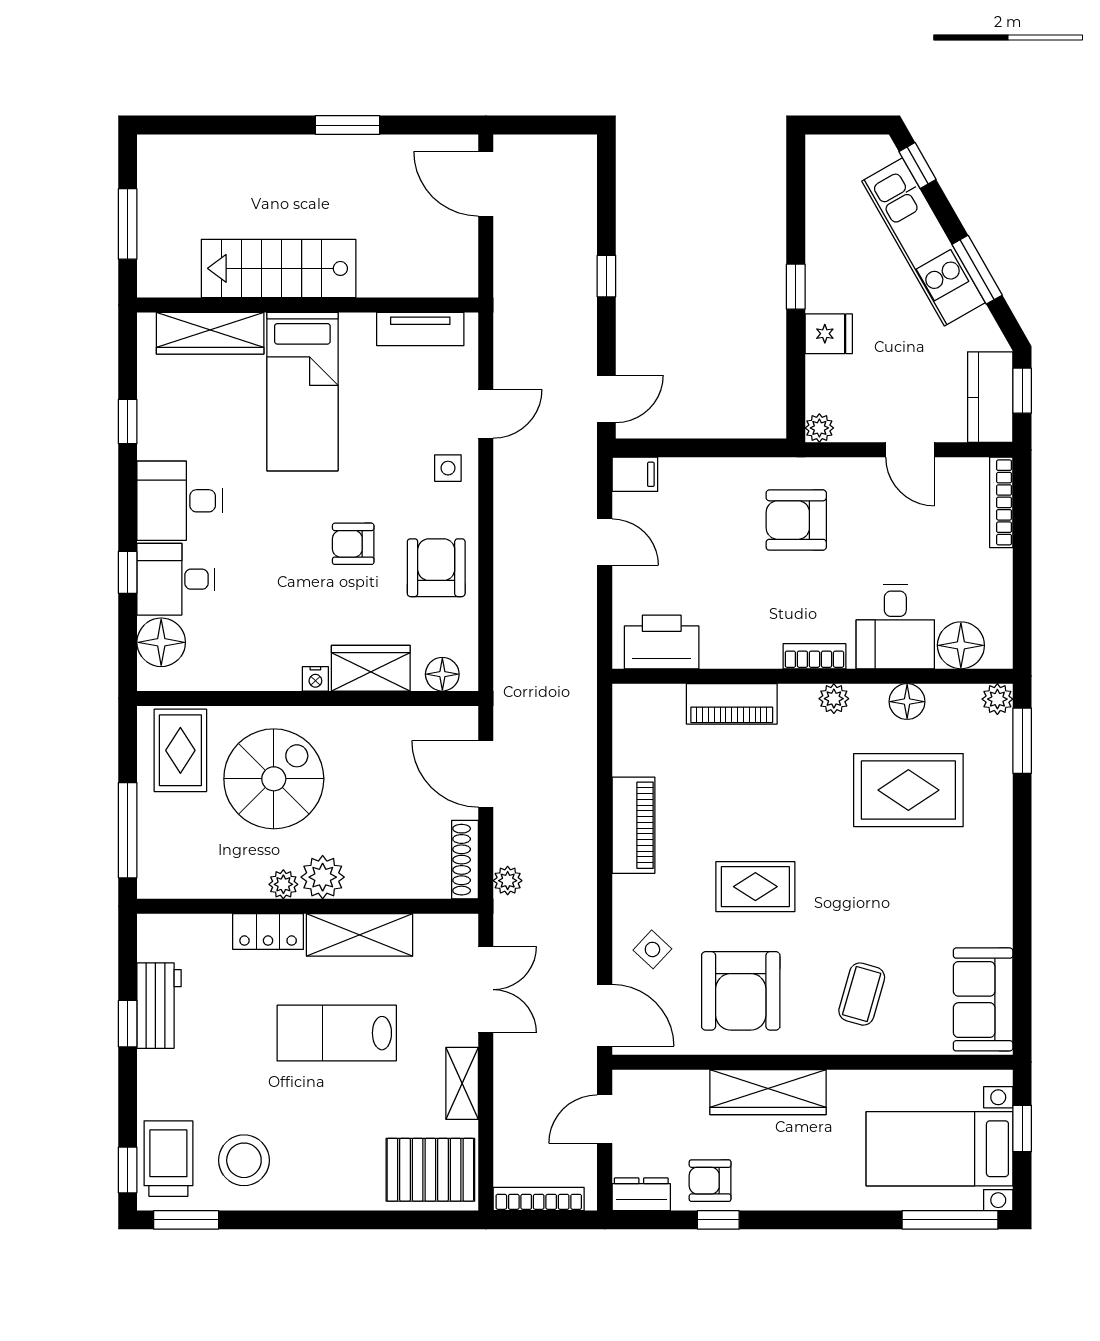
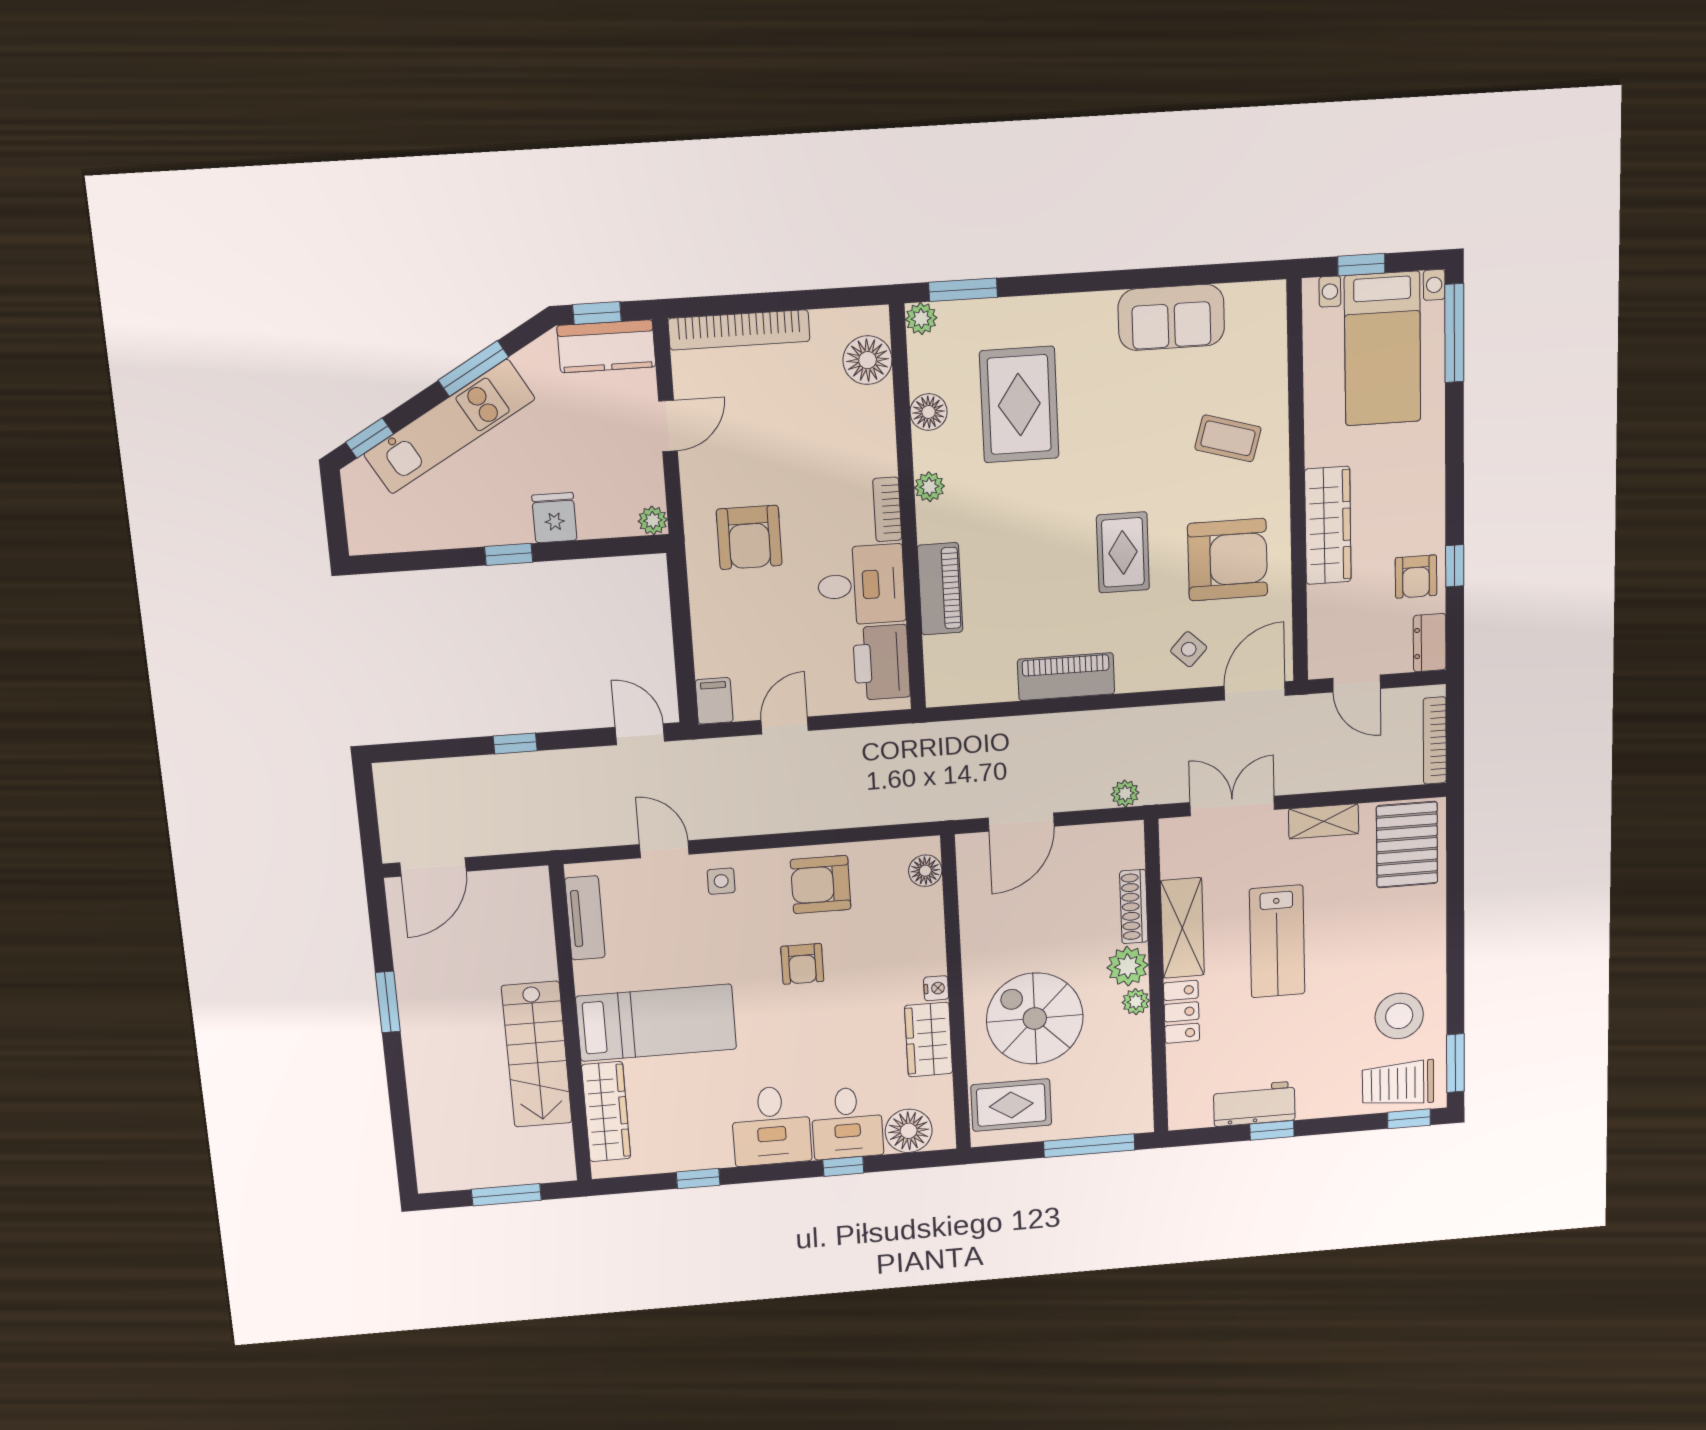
bookcase: (1001, 502) -> (739, 330), width x1.48, depth x1.31
desk: (895, 627) -> (861, 585), moved
wardrobe: (371, 668) -> (929, 1040), moved
shoe rack: (465, 860) -> (1134, 907), moved, turned 90
sofa: (983, 999) -> (1171, 317), moved

